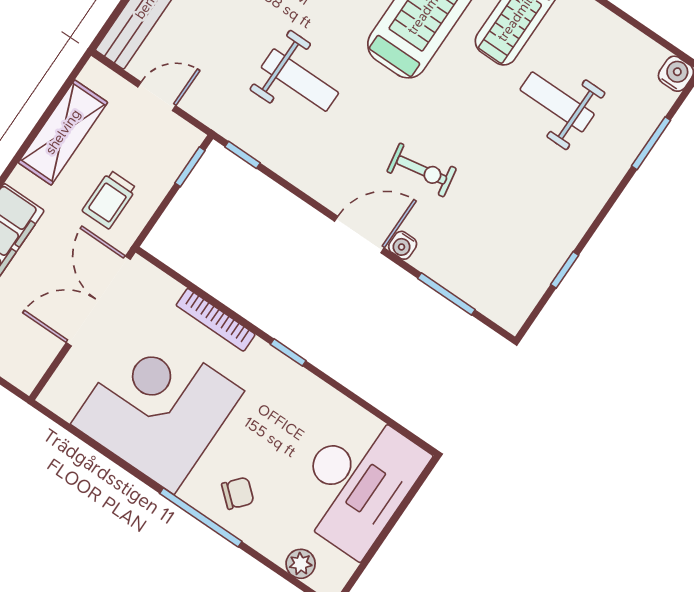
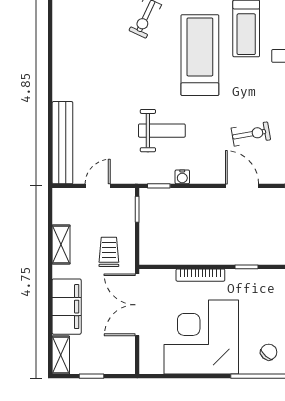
shelving: (63, 132) -> (61, 245), width x0.67, depth x0.75
trolley: (109, 200) -> (109, 252), turned 180
door: (359, 235) -> (242, 186), hinge flipped
water cooler: (403, 245) -> (182, 177), moved

